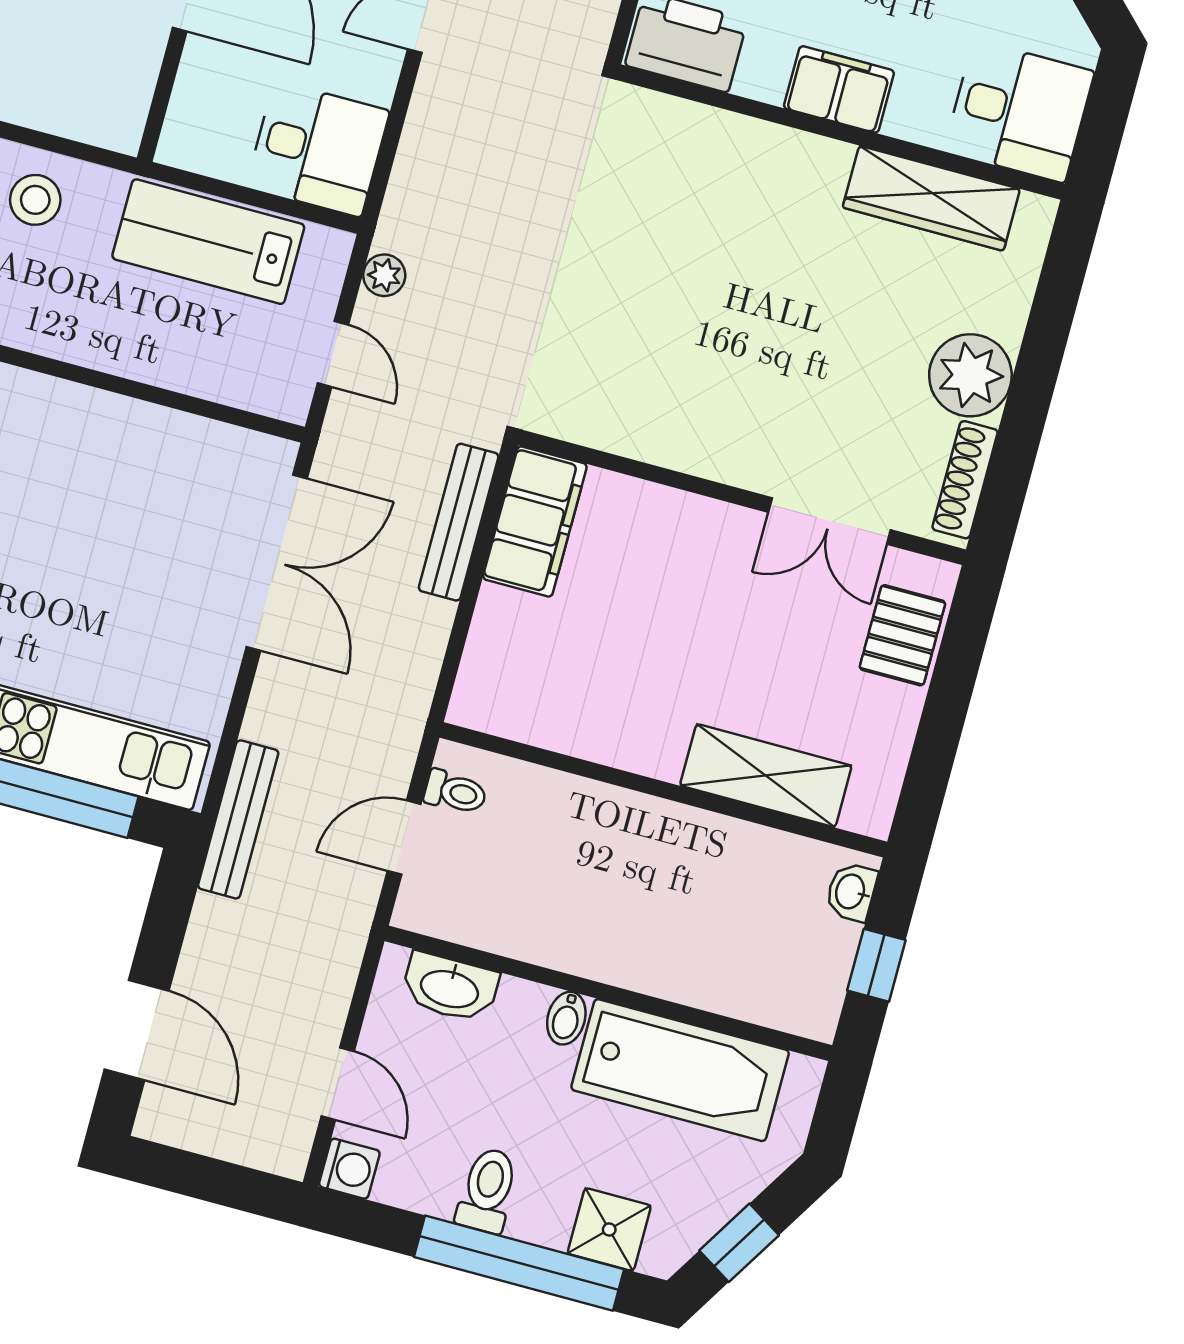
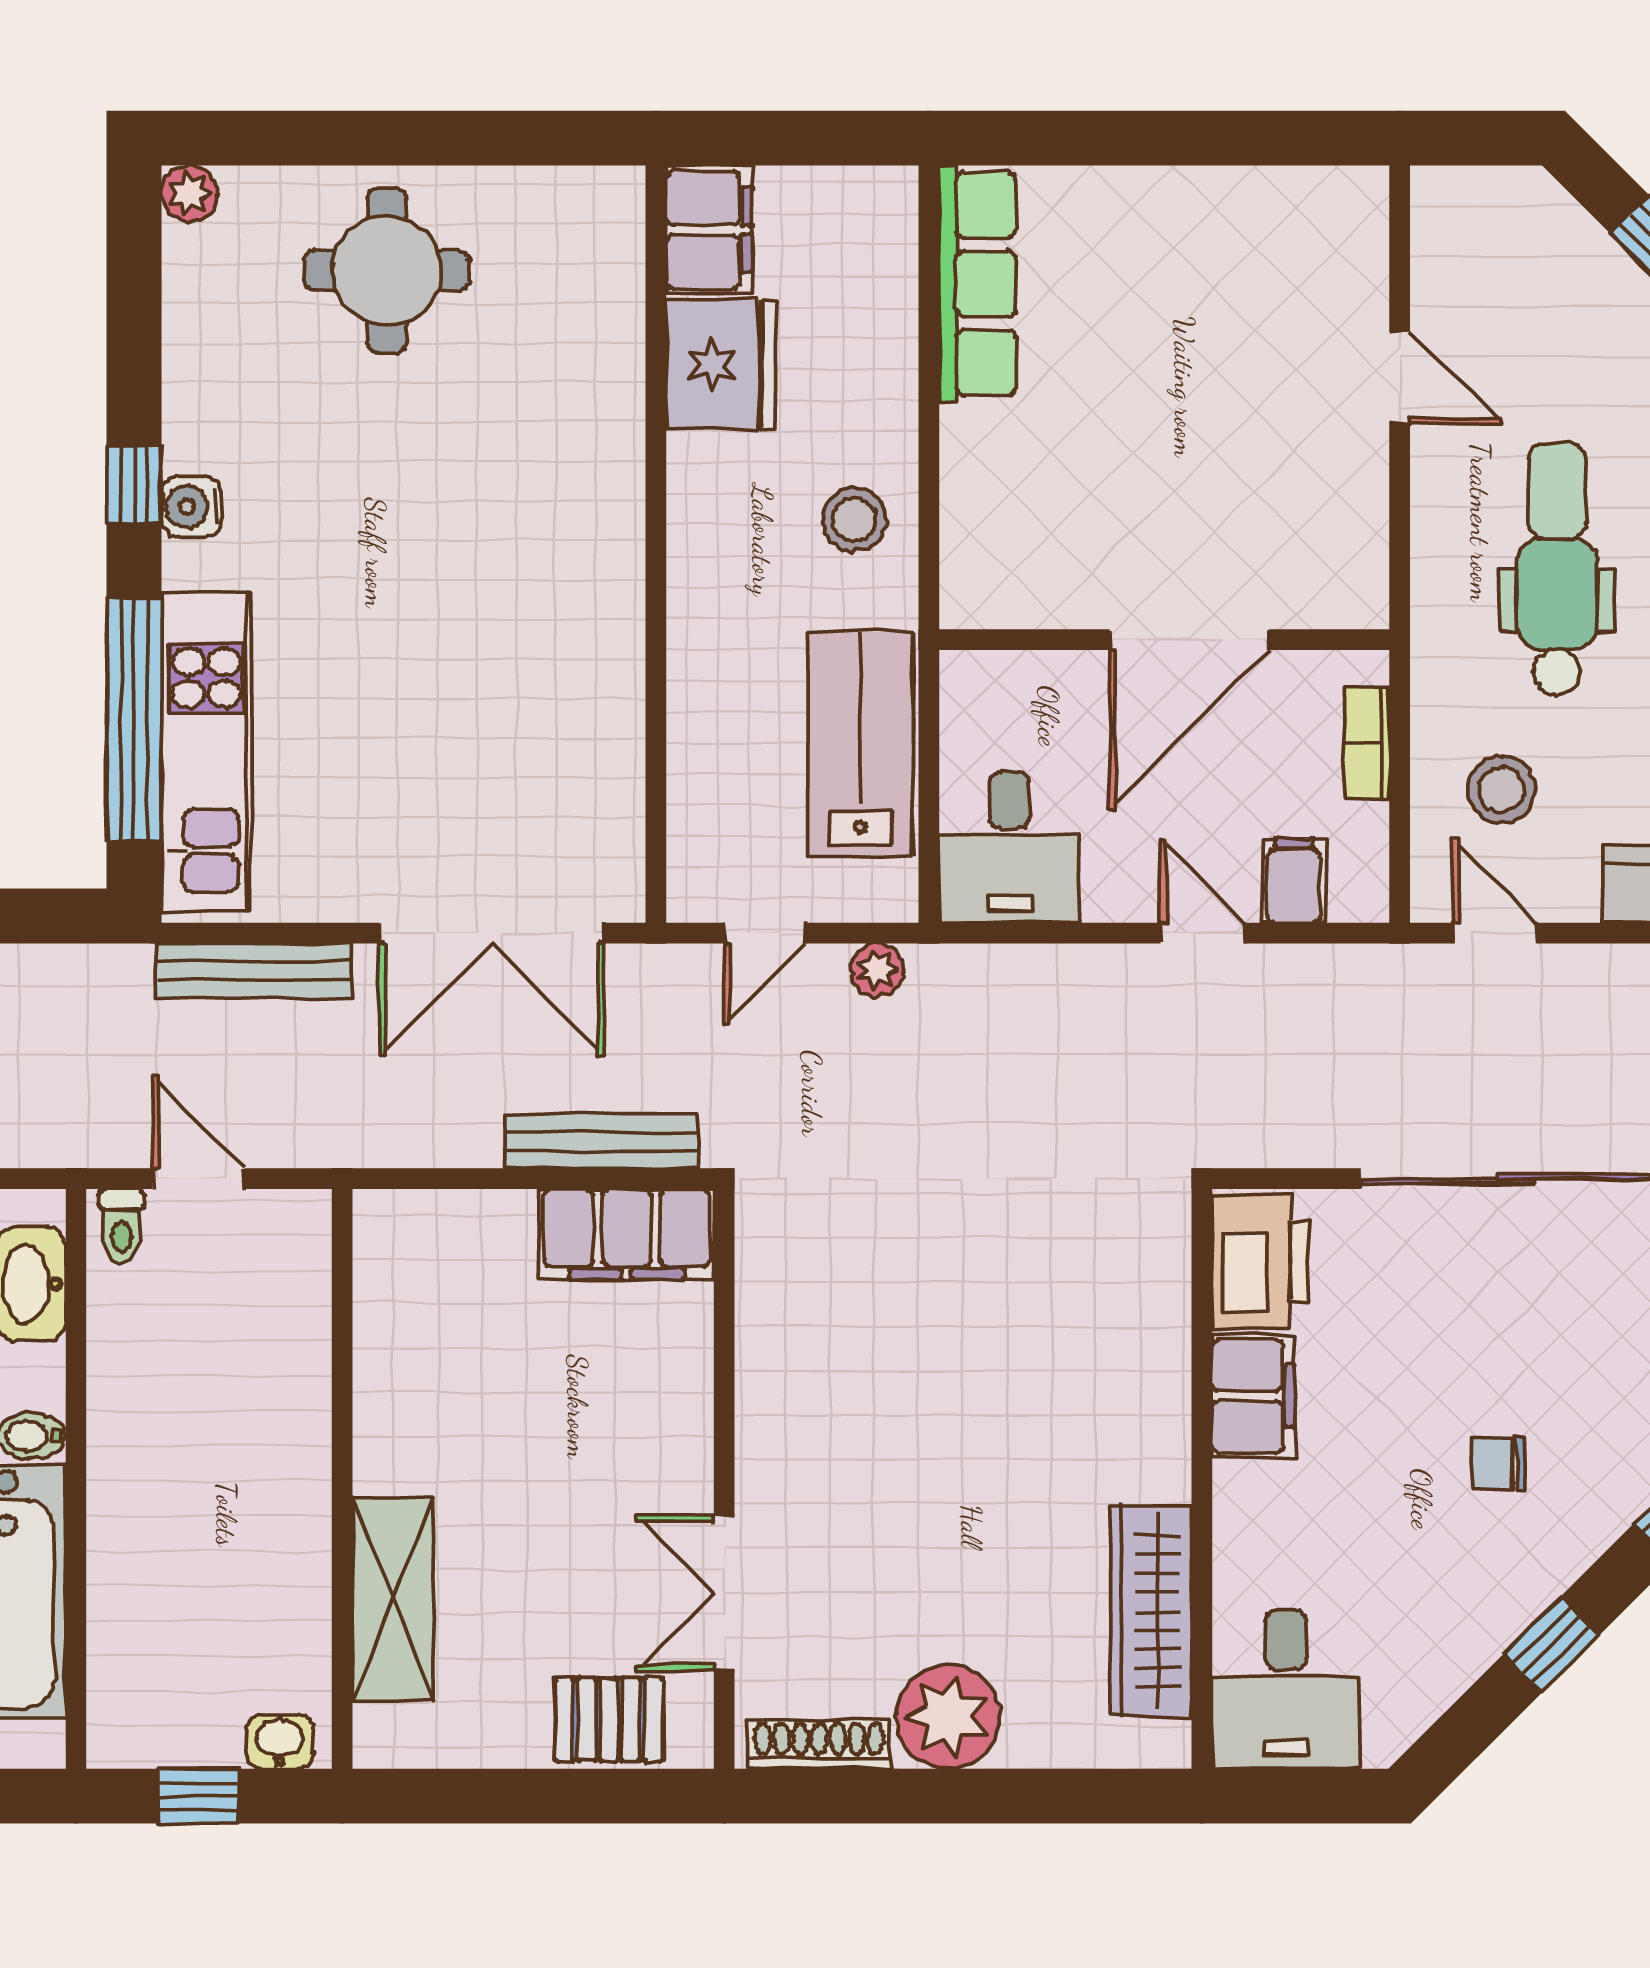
filing cabinet: (839, 89) -> (1253, 1396), moved
toilet: (455, 792) -> (122, 1226), moved
bench: (238, 819) -> (255, 971), moved

